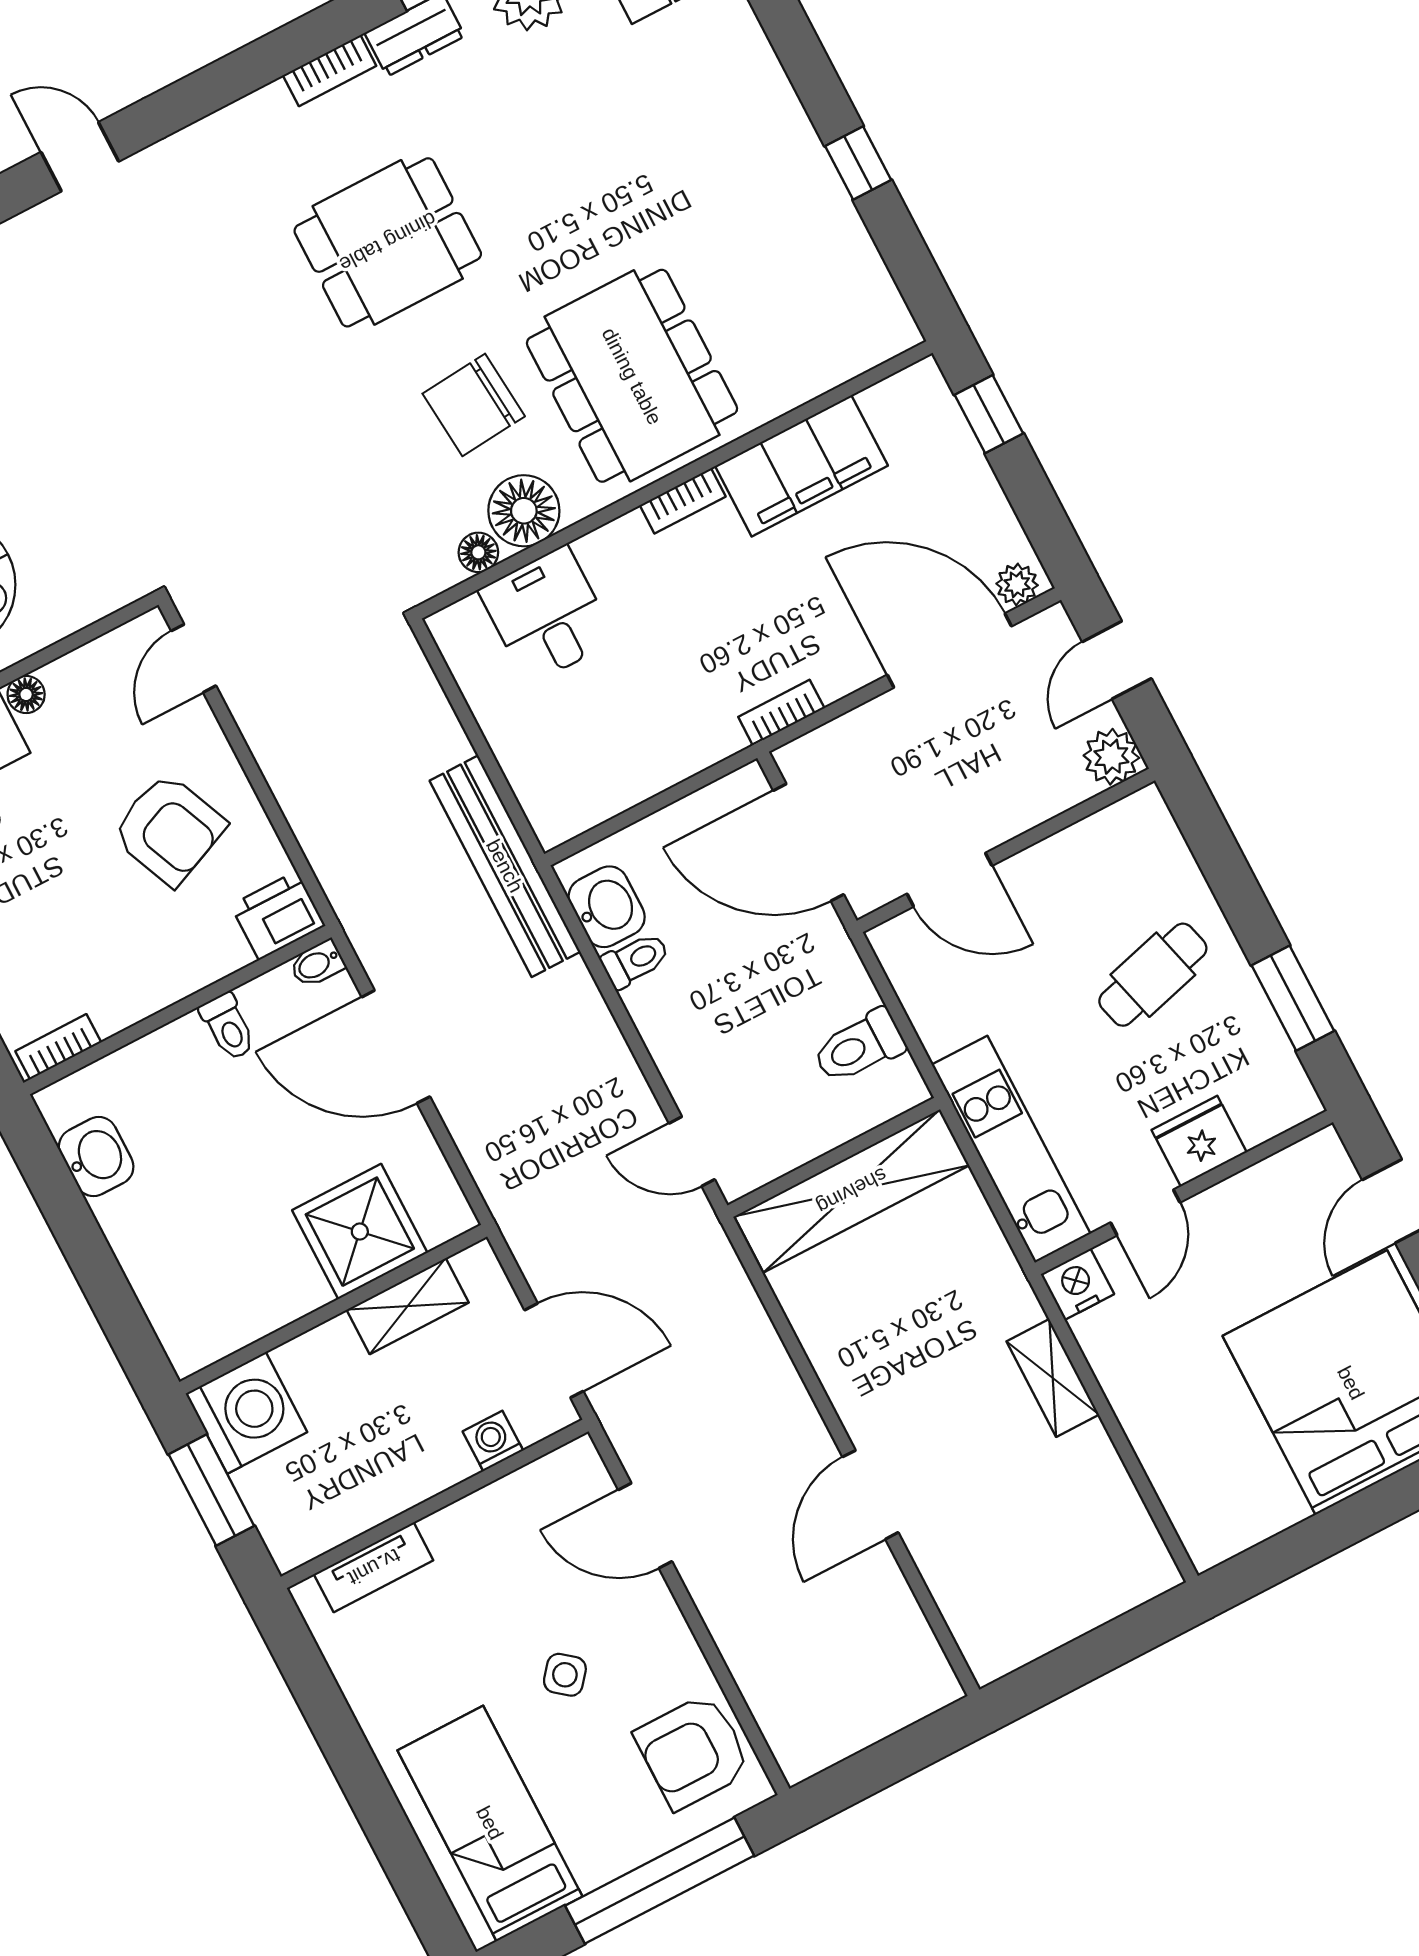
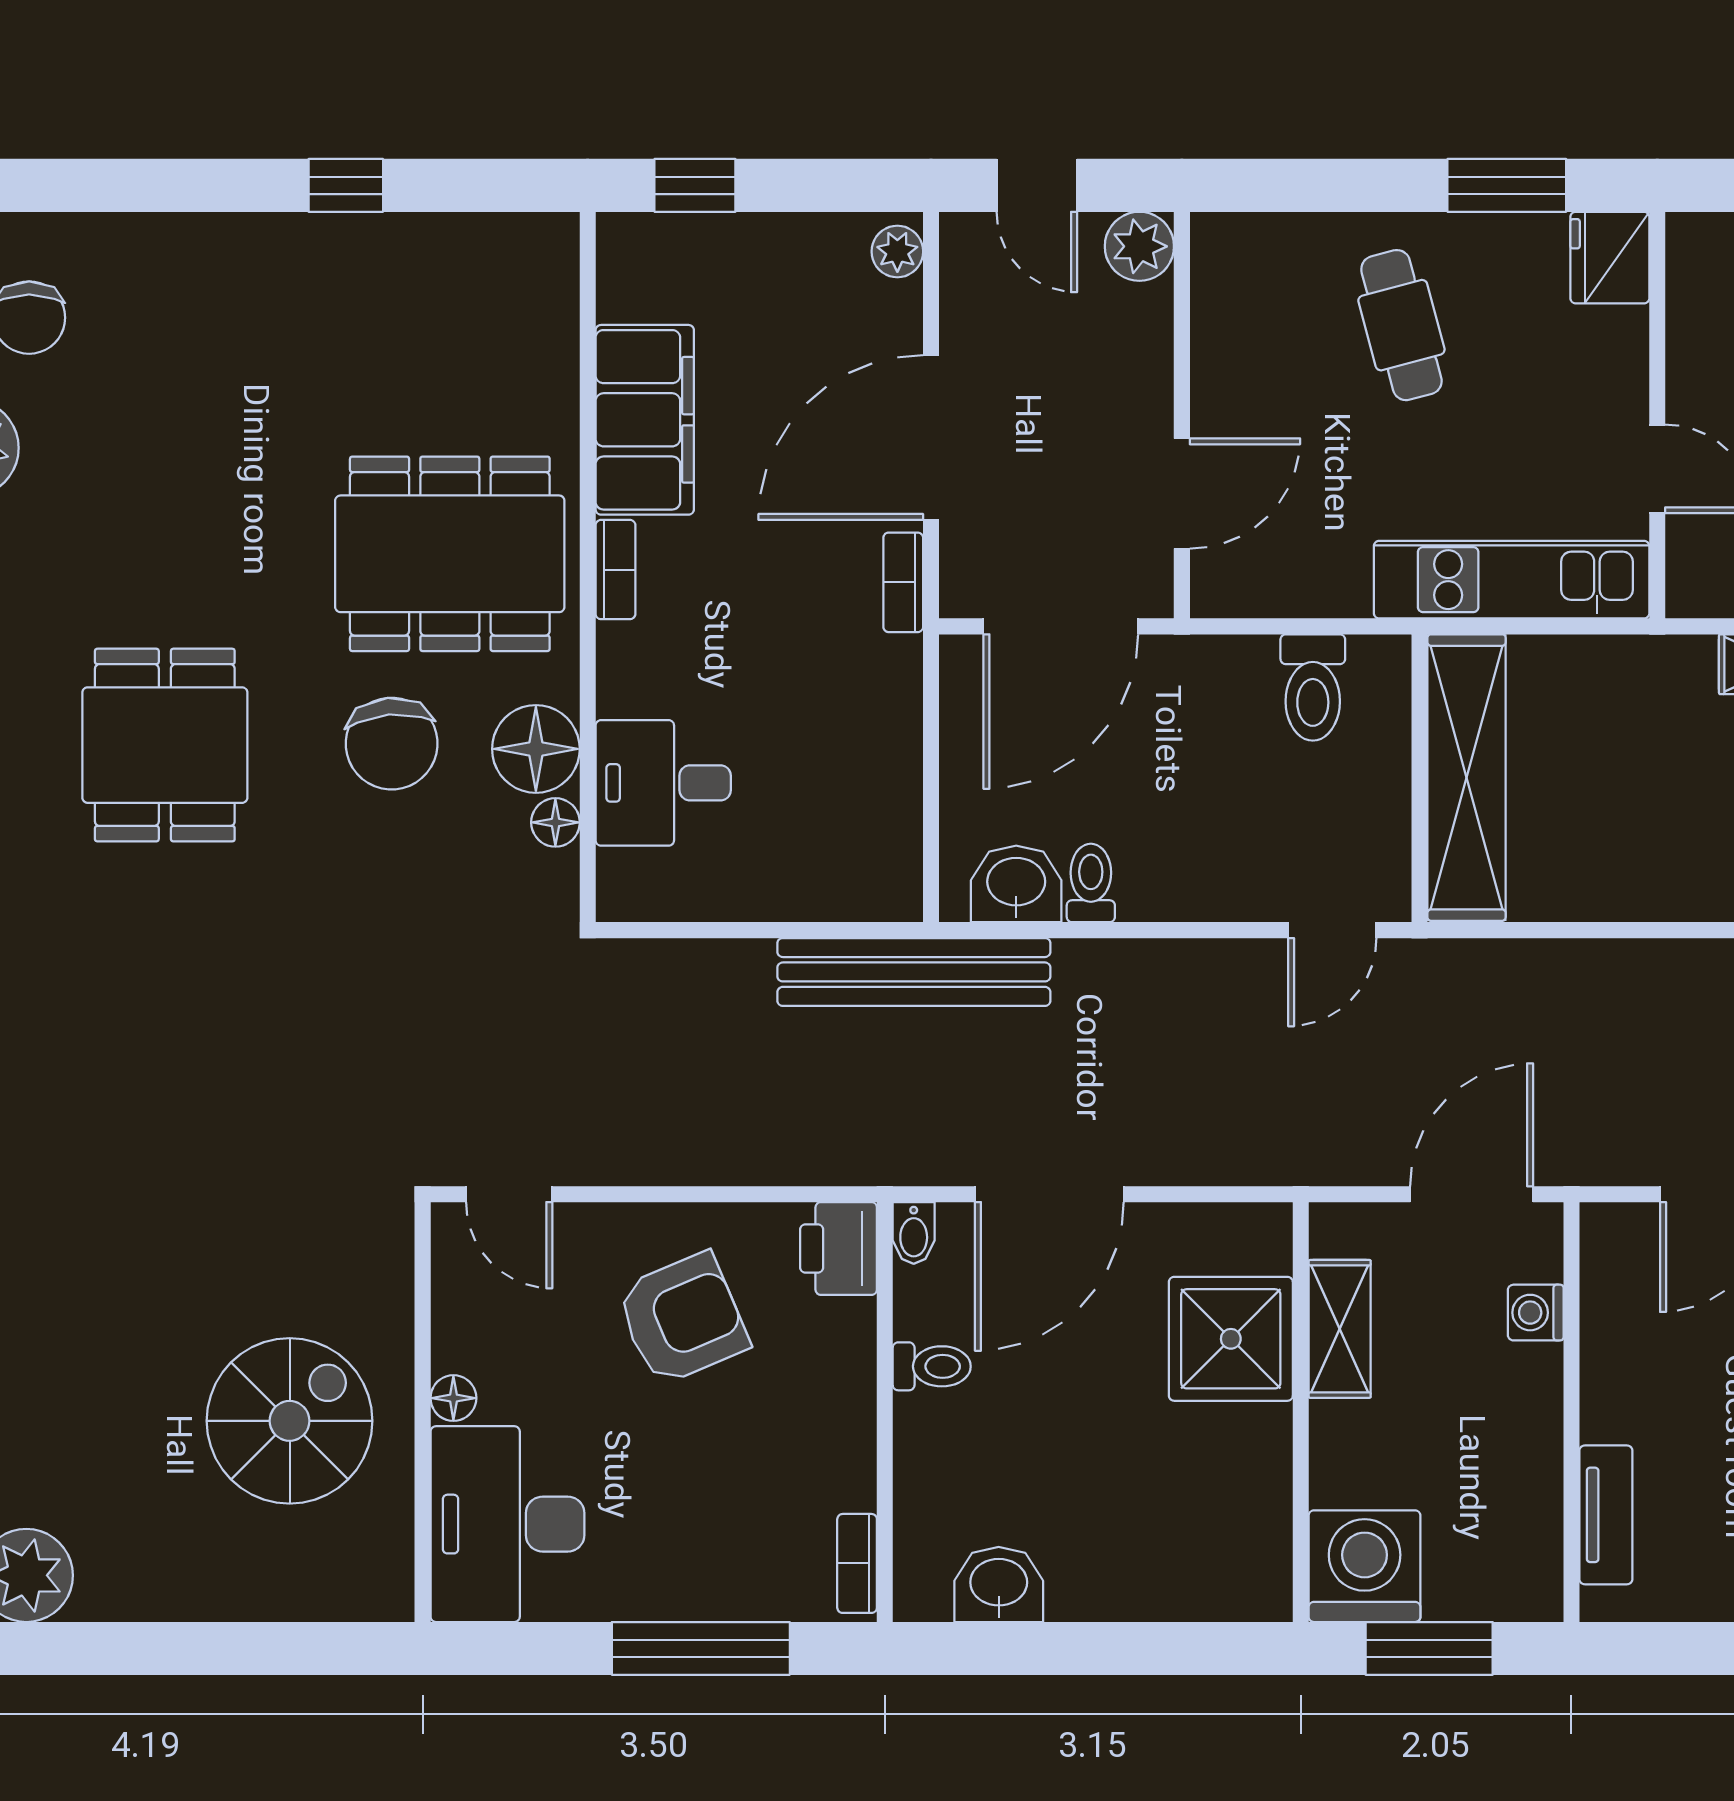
door: (949, 651) -> (931, 438), moved
fridge: (1199, 1141) -> (1610, 258), moved
nightstand: (1077, 1284) -> (1697, 584), removed

